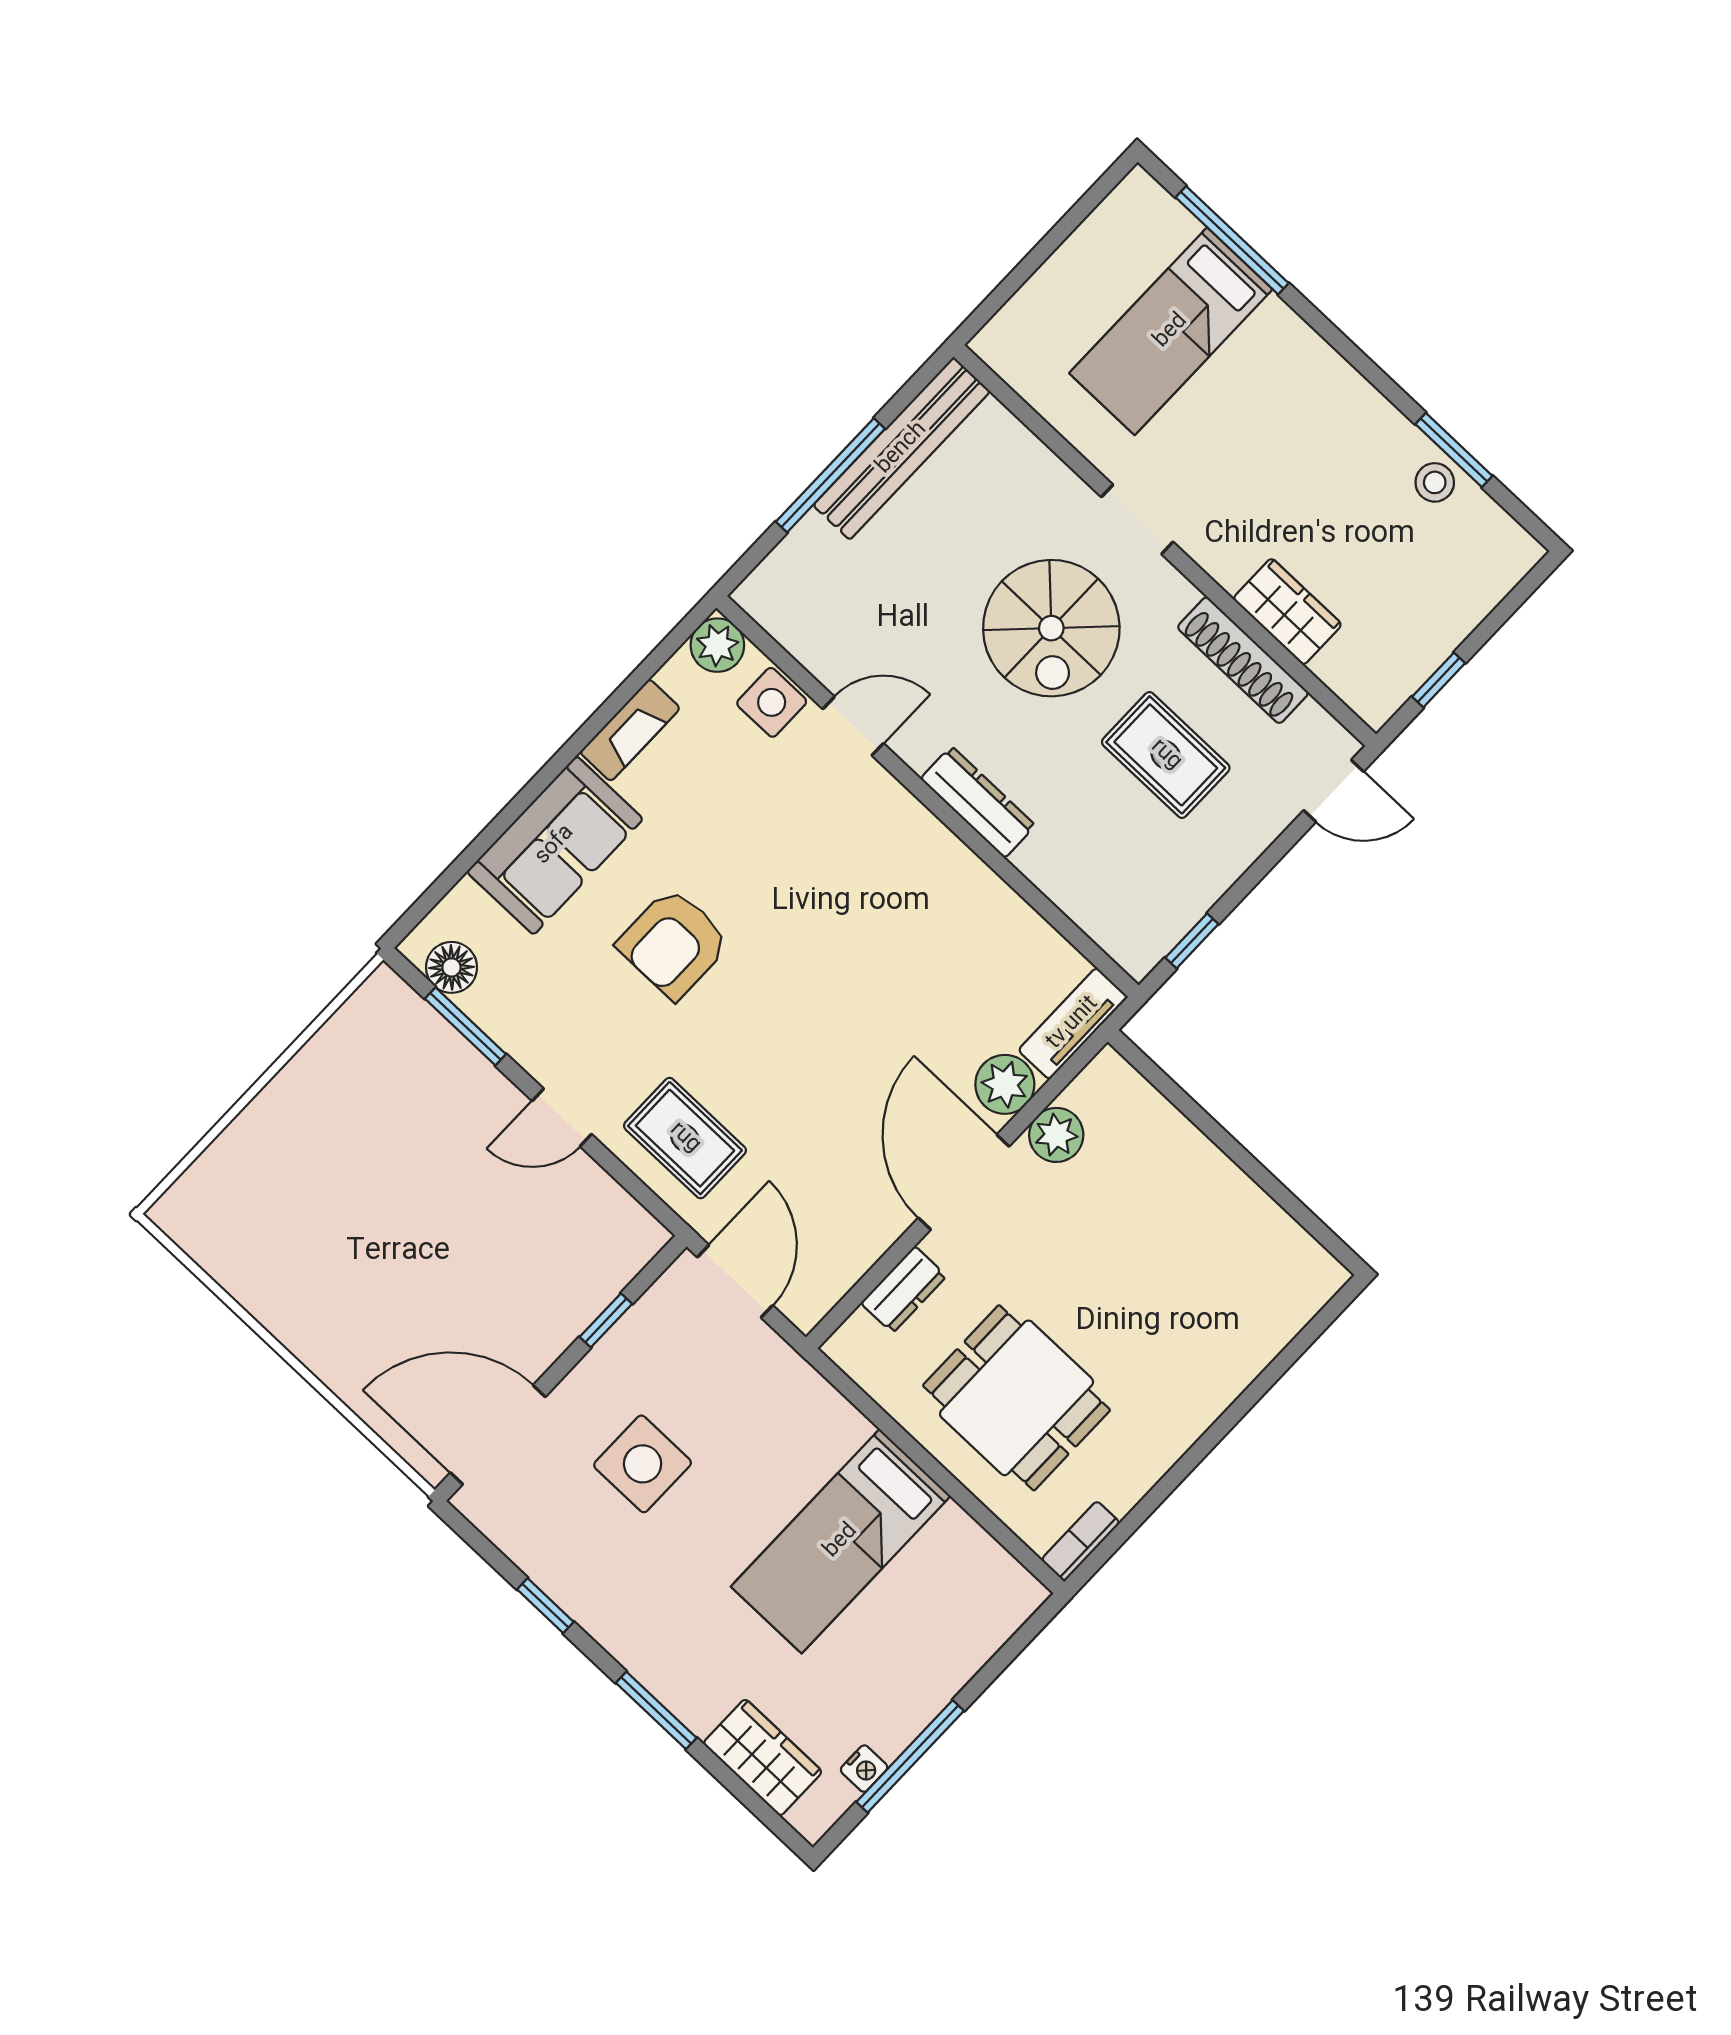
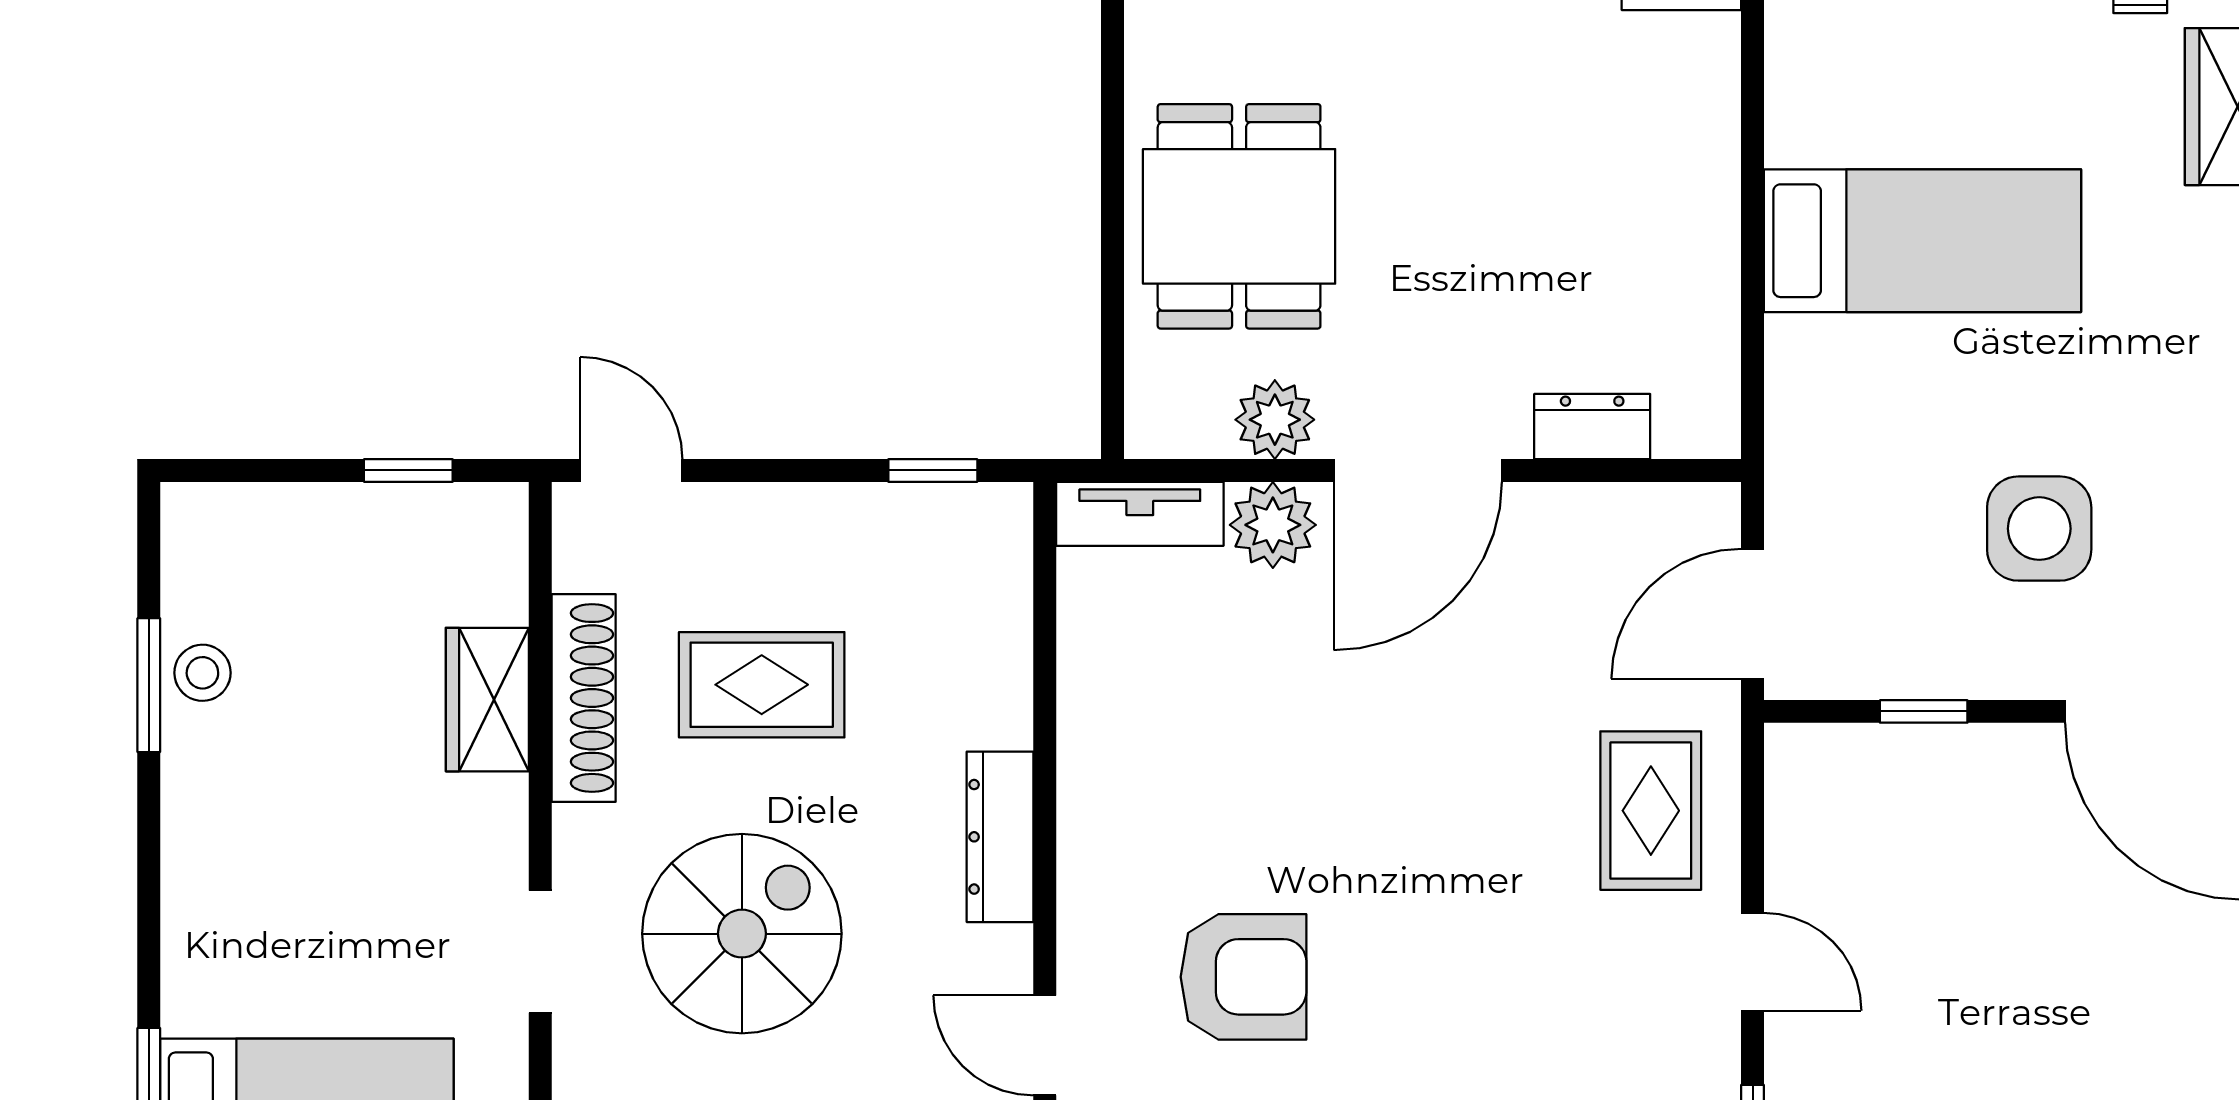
rug: (1166, 755) -> (762, 685), turned 90
armchair: (674, 943) -> (1243, 977), moved
dining table: (1017, 1398) -> (1239, 216), moved

